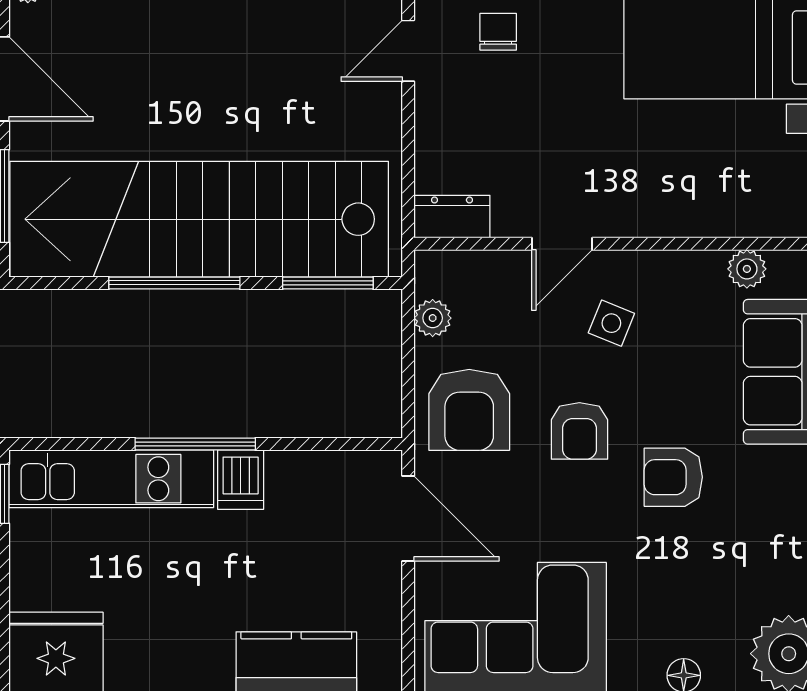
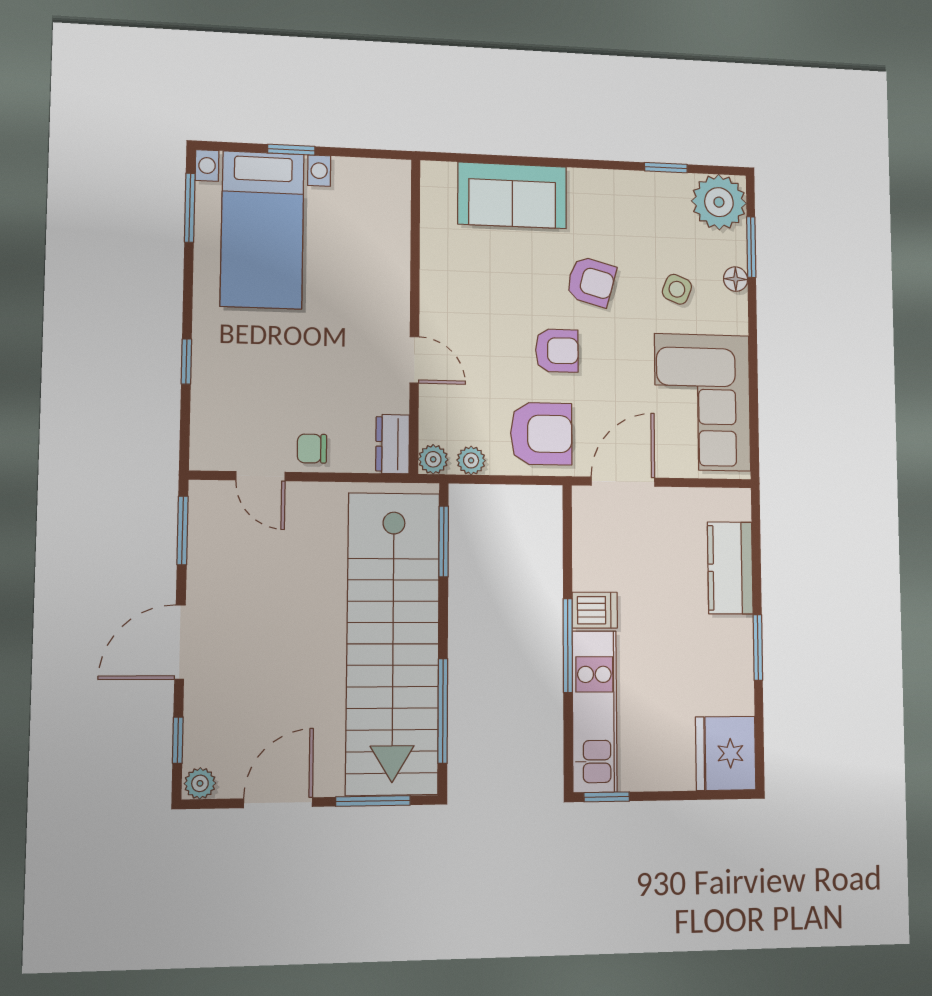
chair: (498, 32) -> (312, 449), moved
plant: (747, 269) -> (433, 459), moved
window: (174, 283) -> (443, 711), moved
side table: (611, 323) -> (677, 289), moved
armchair: (673, 477) -> (591, 282), turned -75

